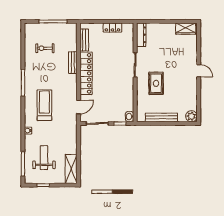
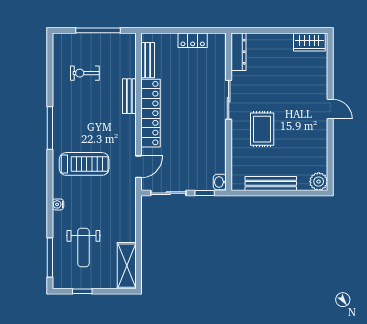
treadmill: (44, 105) -> (84, 164), turned 90
weight bench: (44, 158) -> (83, 247), turned 180

